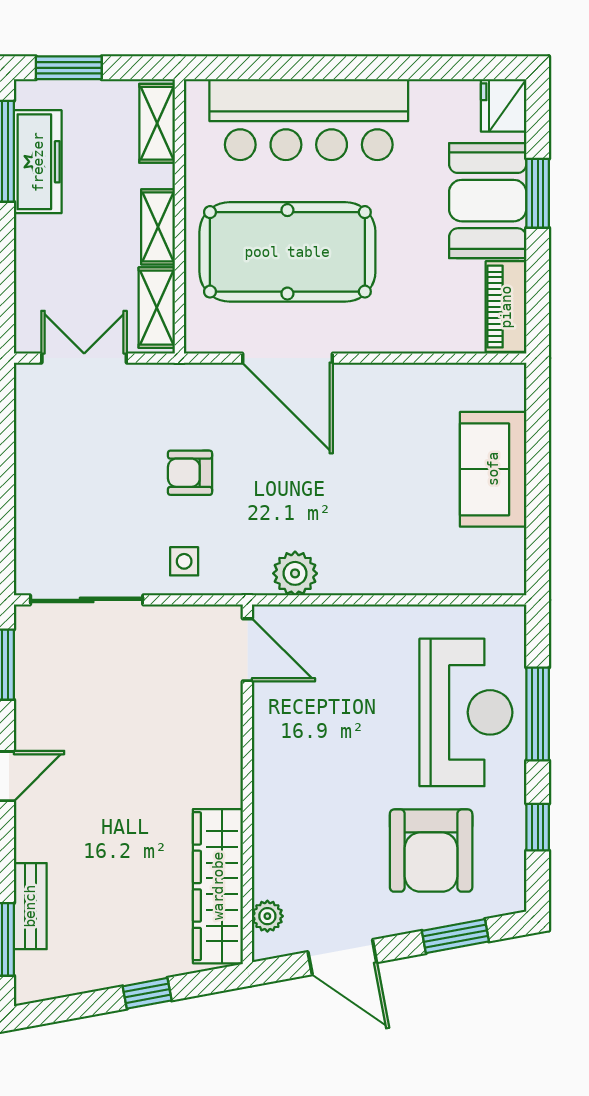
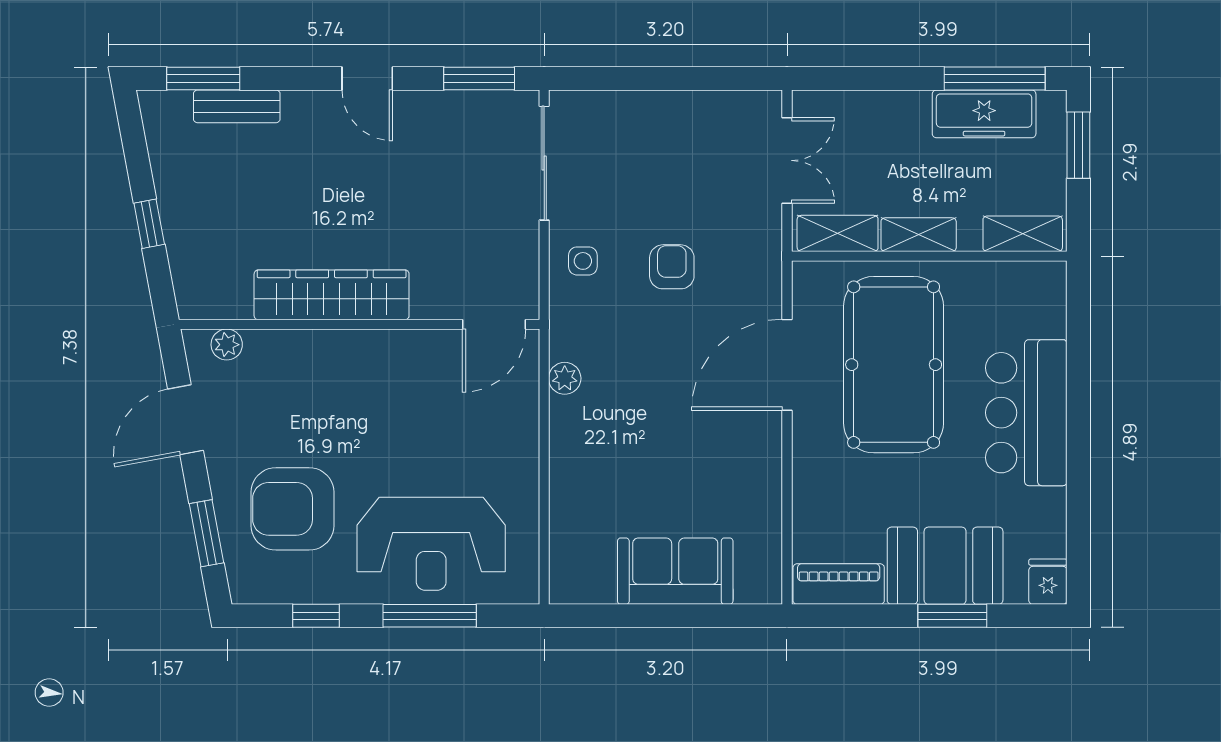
fridge: (504, 105) -> (1048, 582), width x0.72
bar counter: (309, 120) -> (1026, 413), width x0.73
plant: (295, 573) -> (565, 378), width x0.73, depth x0.73
wardrobe: (218, 886) -> (332, 295), moved

